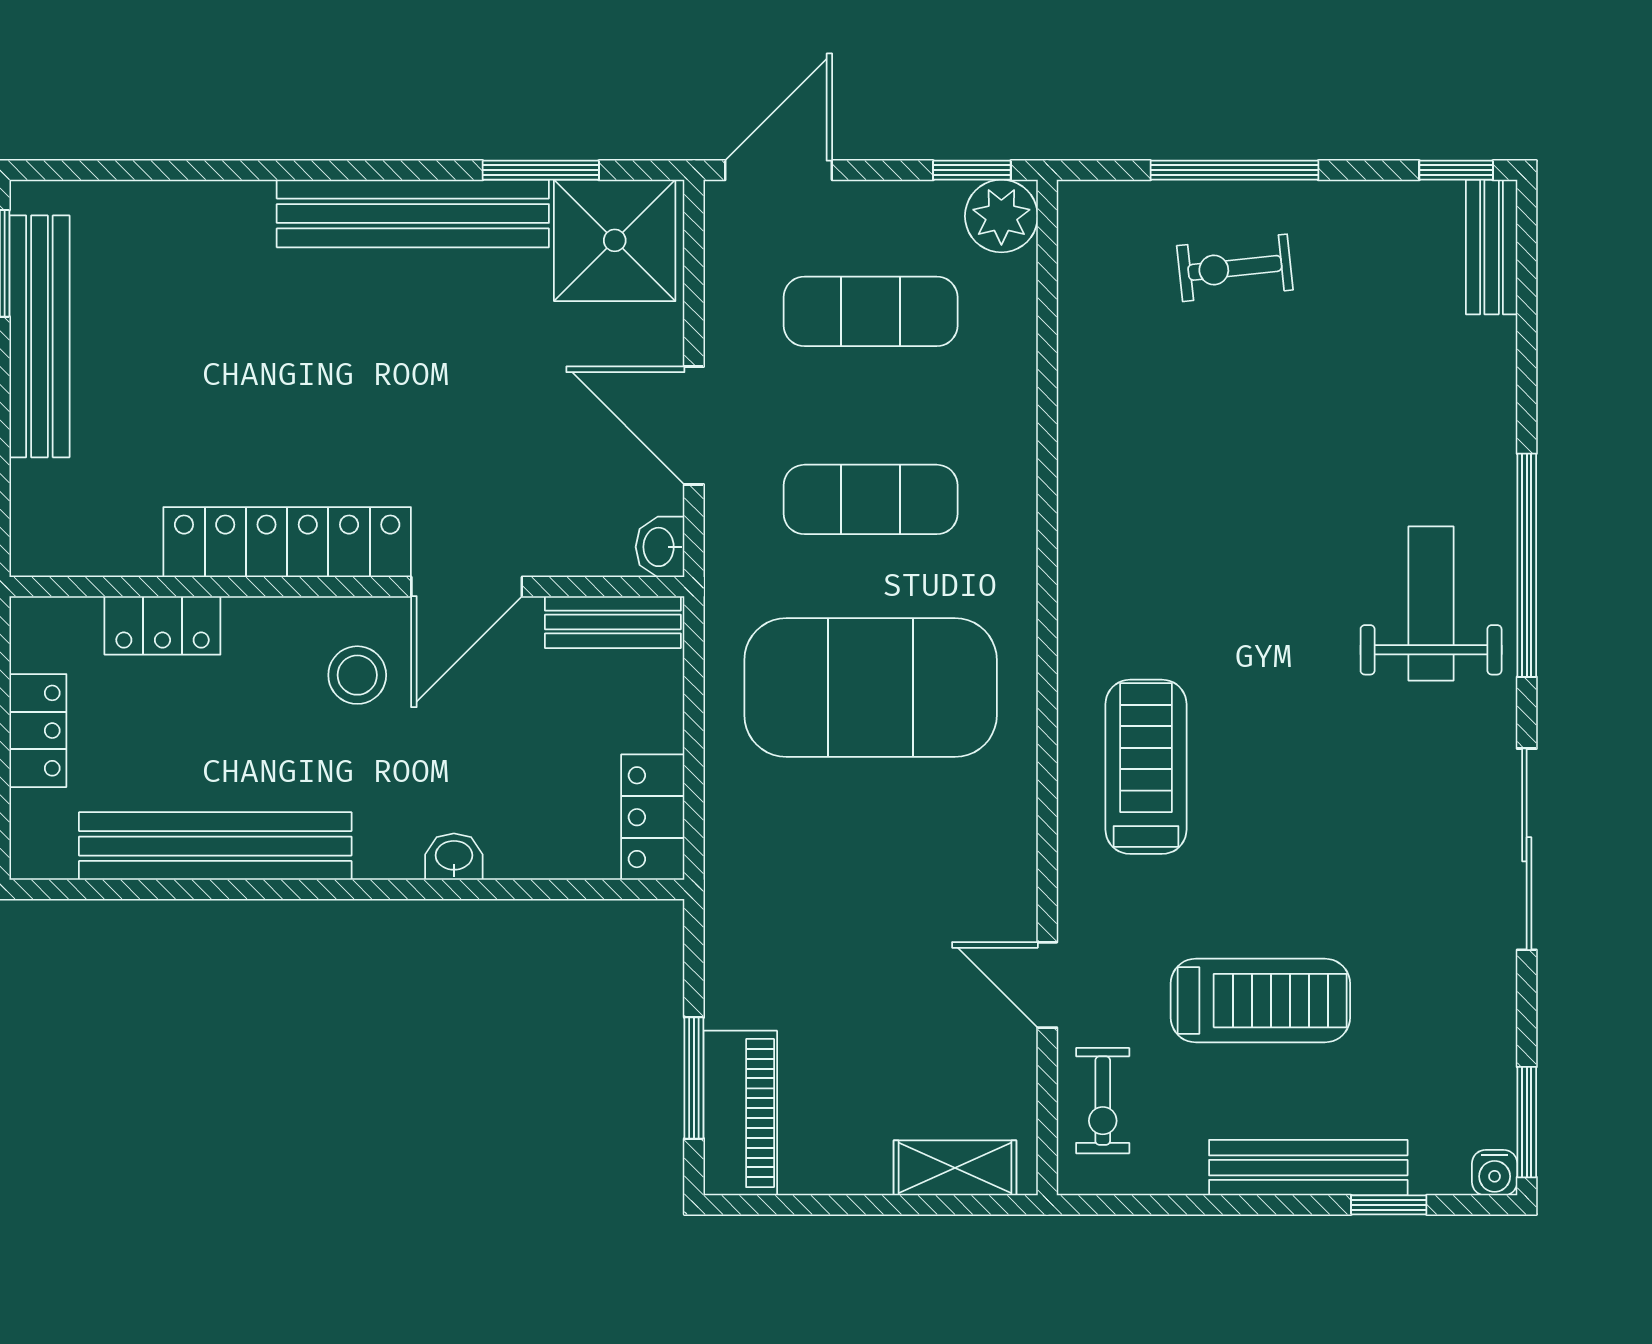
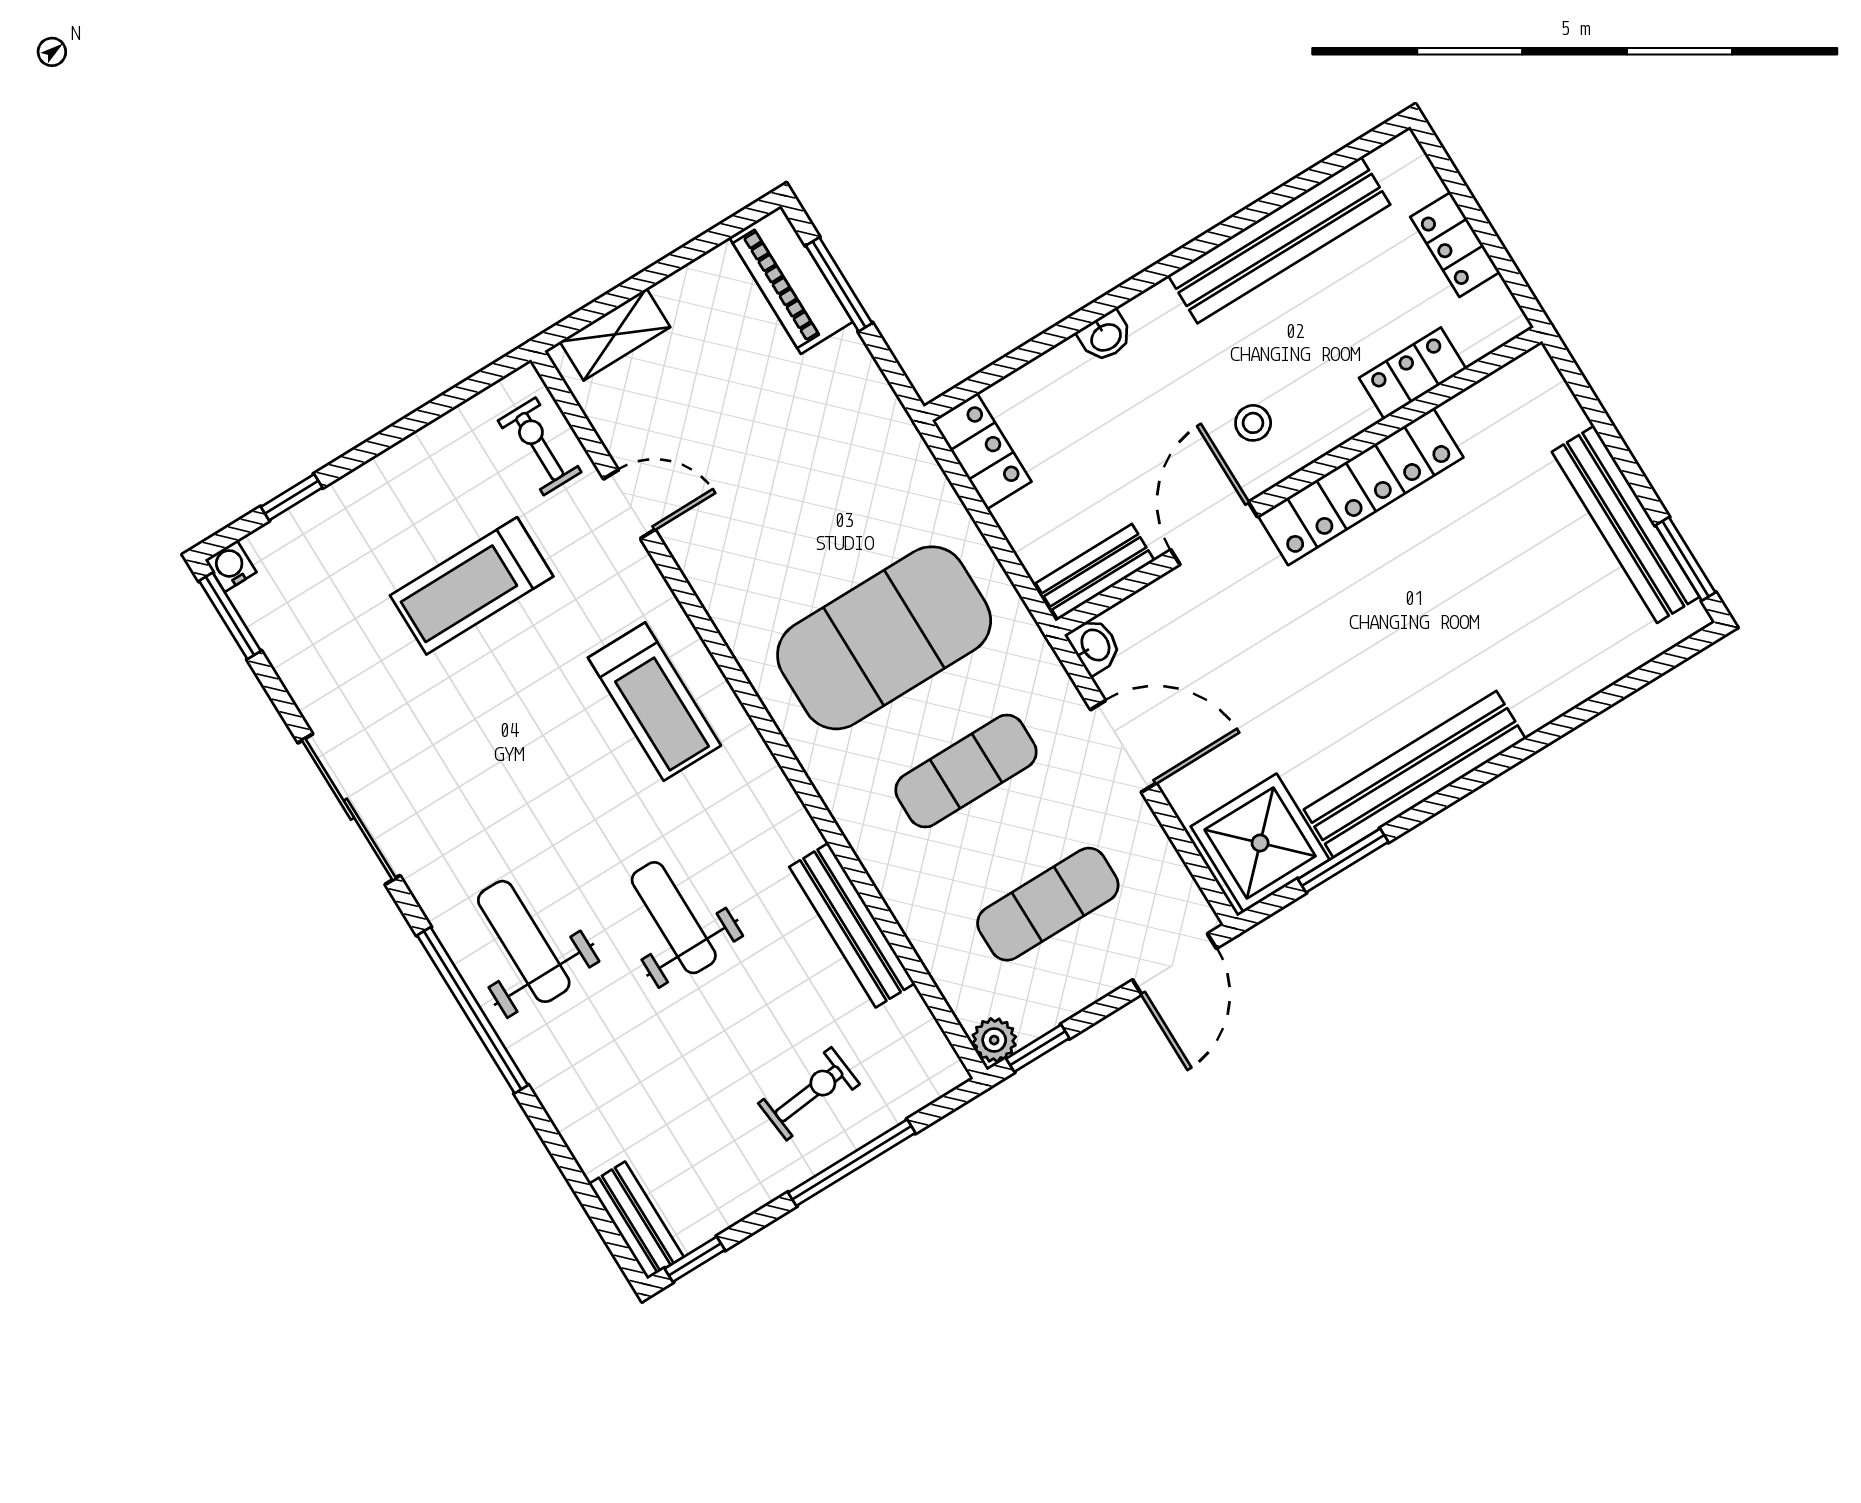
plant: (1001, 216) -> (994, 1040), width x0.73, depth x0.73
weight bench: (1262, 533) -> (674, 918), added
weight bench: (1431, 603) -> (524, 941), turned 180
stool: (357, 675) -> (1253, 423), width x0.73, depth x0.73
bench: (1308, 1168) -> (852, 925), moved, turned 90

